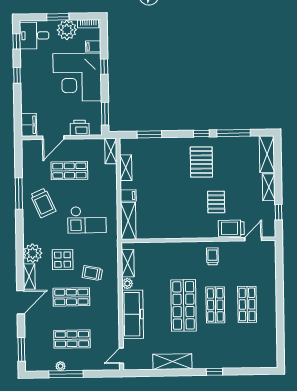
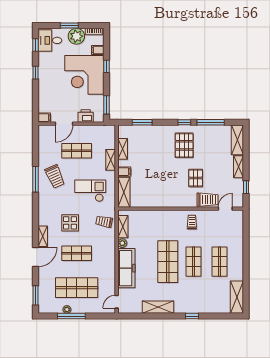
filing cabinet: (29, 125) -> (44, 118), width x0.50
shelving: (111, 151) -> (111, 160), moved
window: (19, 194) -> (35, 179), moved
checkout: (87, 220) -> (90, 191), turned 180
trolley: (231, 228) -> (208, 200), turned 180
plant: (33, 253) -> (46, 217), removed
trolley: (92, 273) -> (104, 222), moved
shop shelf: (72, 339) -> (77, 288), width x1.43, depth x1.36
shelving: (269, 348) -> (237, 297), added

